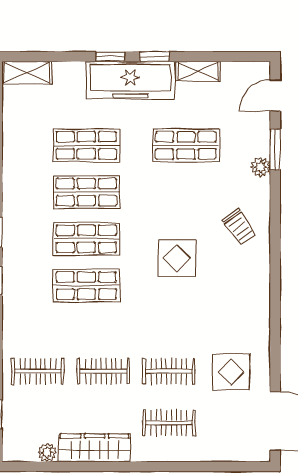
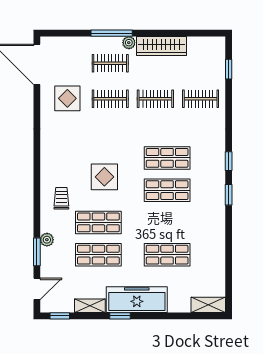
window: (110, 57) -> (60, 316), moved
shop shelf: (86, 192) -> (98, 222), moved
trolley: (239, 227) -> (61, 198), turned 36
plant: (47, 453) -> (129, 43), moved
window: (167, 467) -> (112, 33), added

